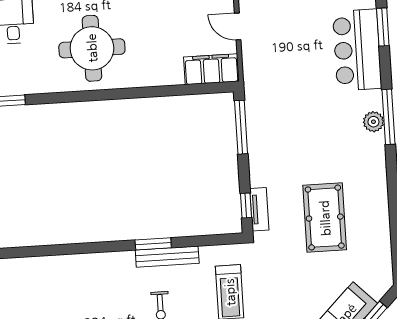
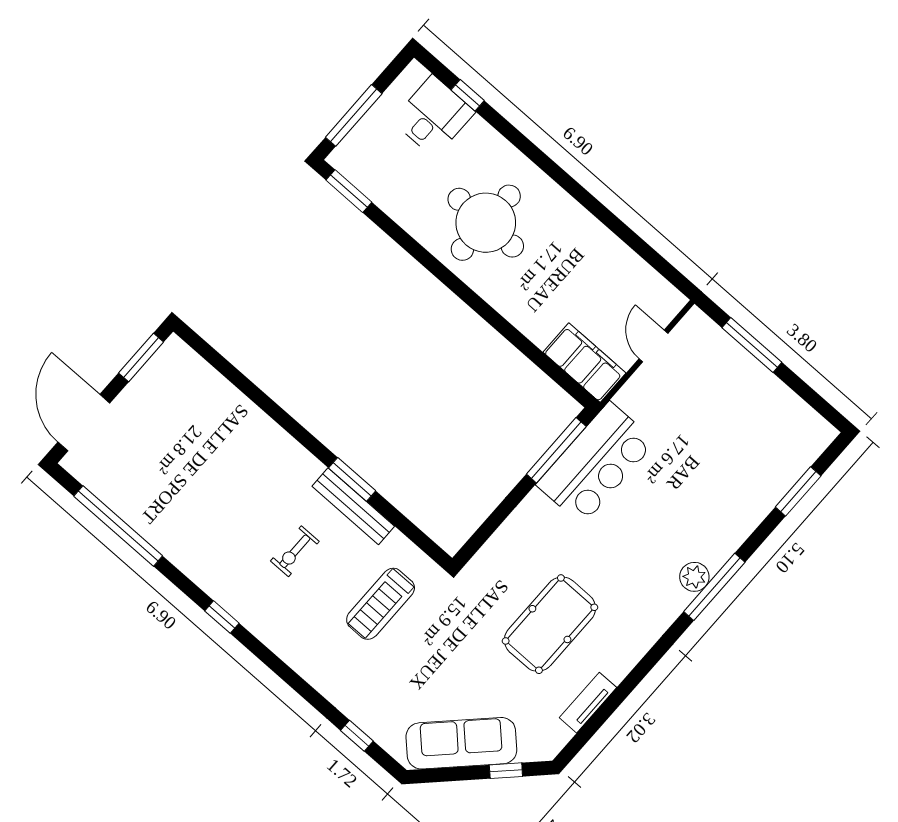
bar counter: (357, 50) -> (596, 463), moved, turned 180
window: (246, 205) -> (483, 534), removed
tv unit: (259, 209) -> (588, 703), moved, turned 180

